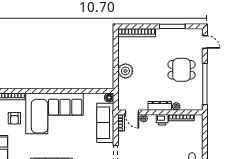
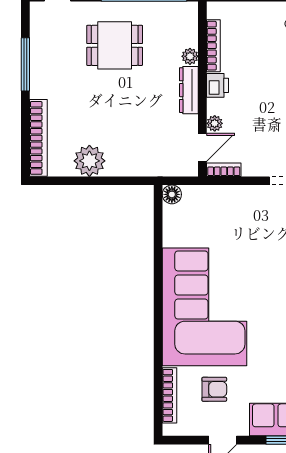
dining table: (182, 70) -> (115, 45), turned 90
plant: (125, 71) -> (89, 161), moved
sofa: (105, 123) -> (224, 202), removed

